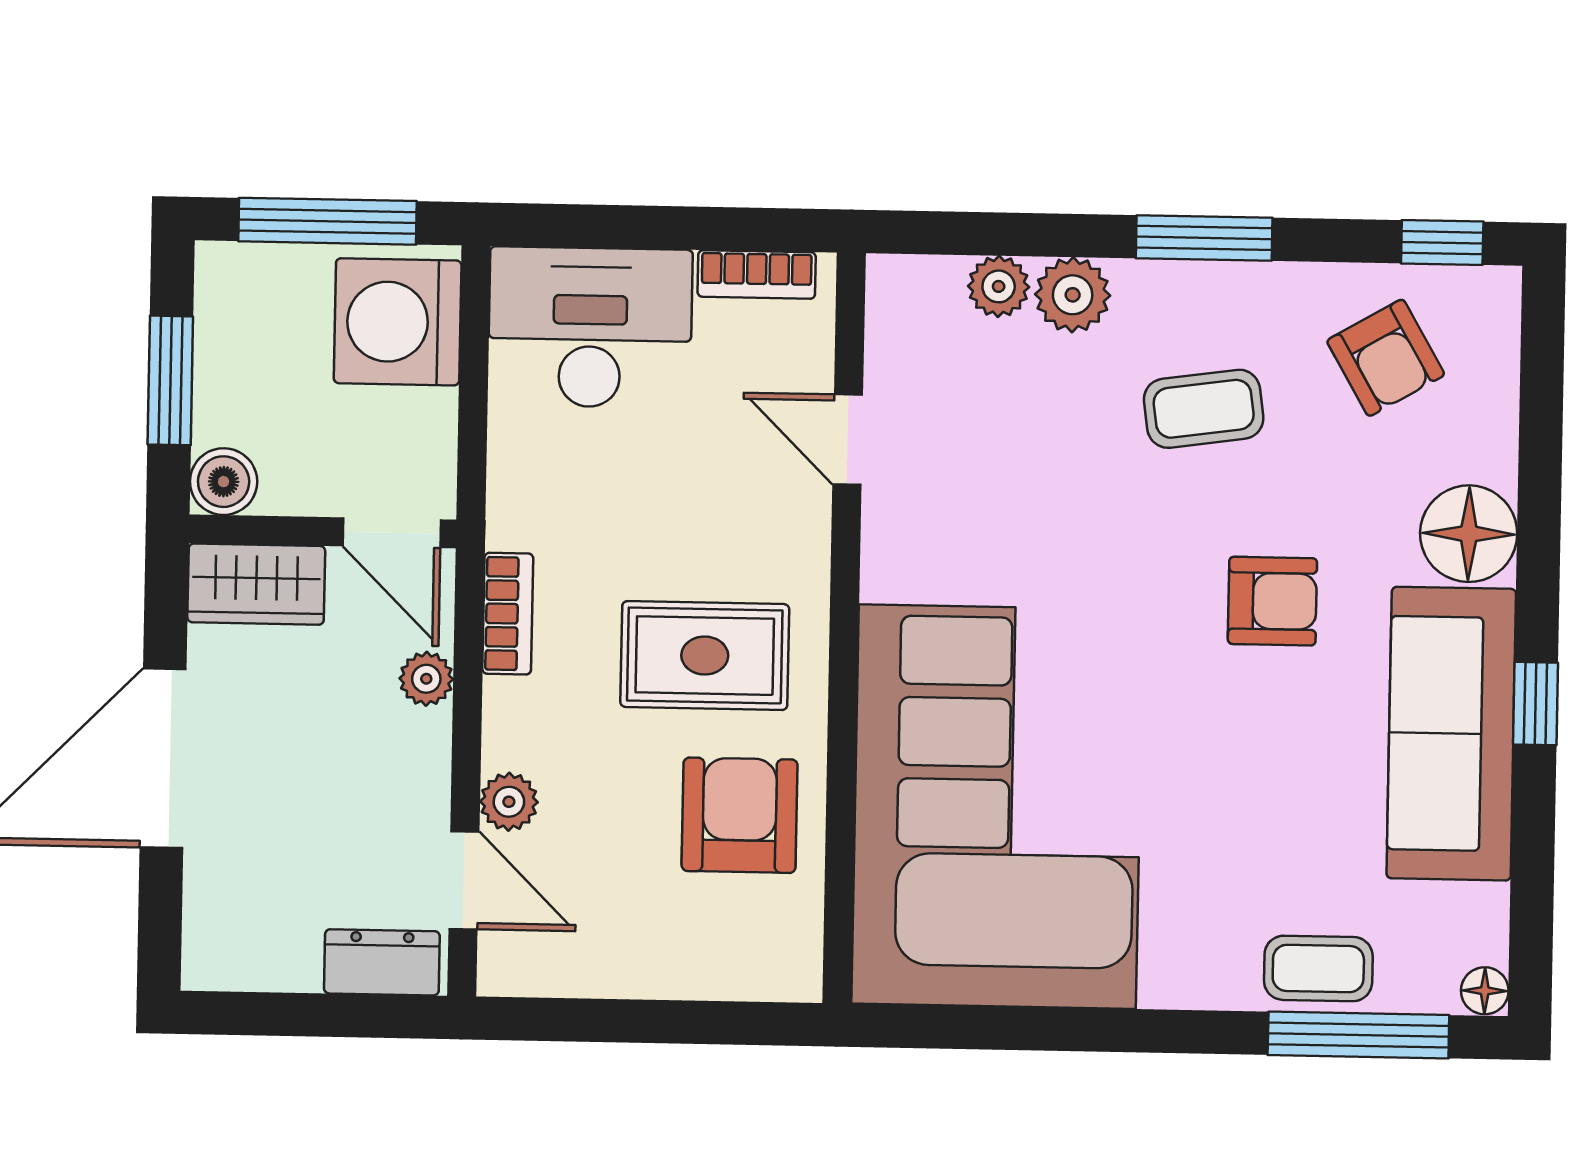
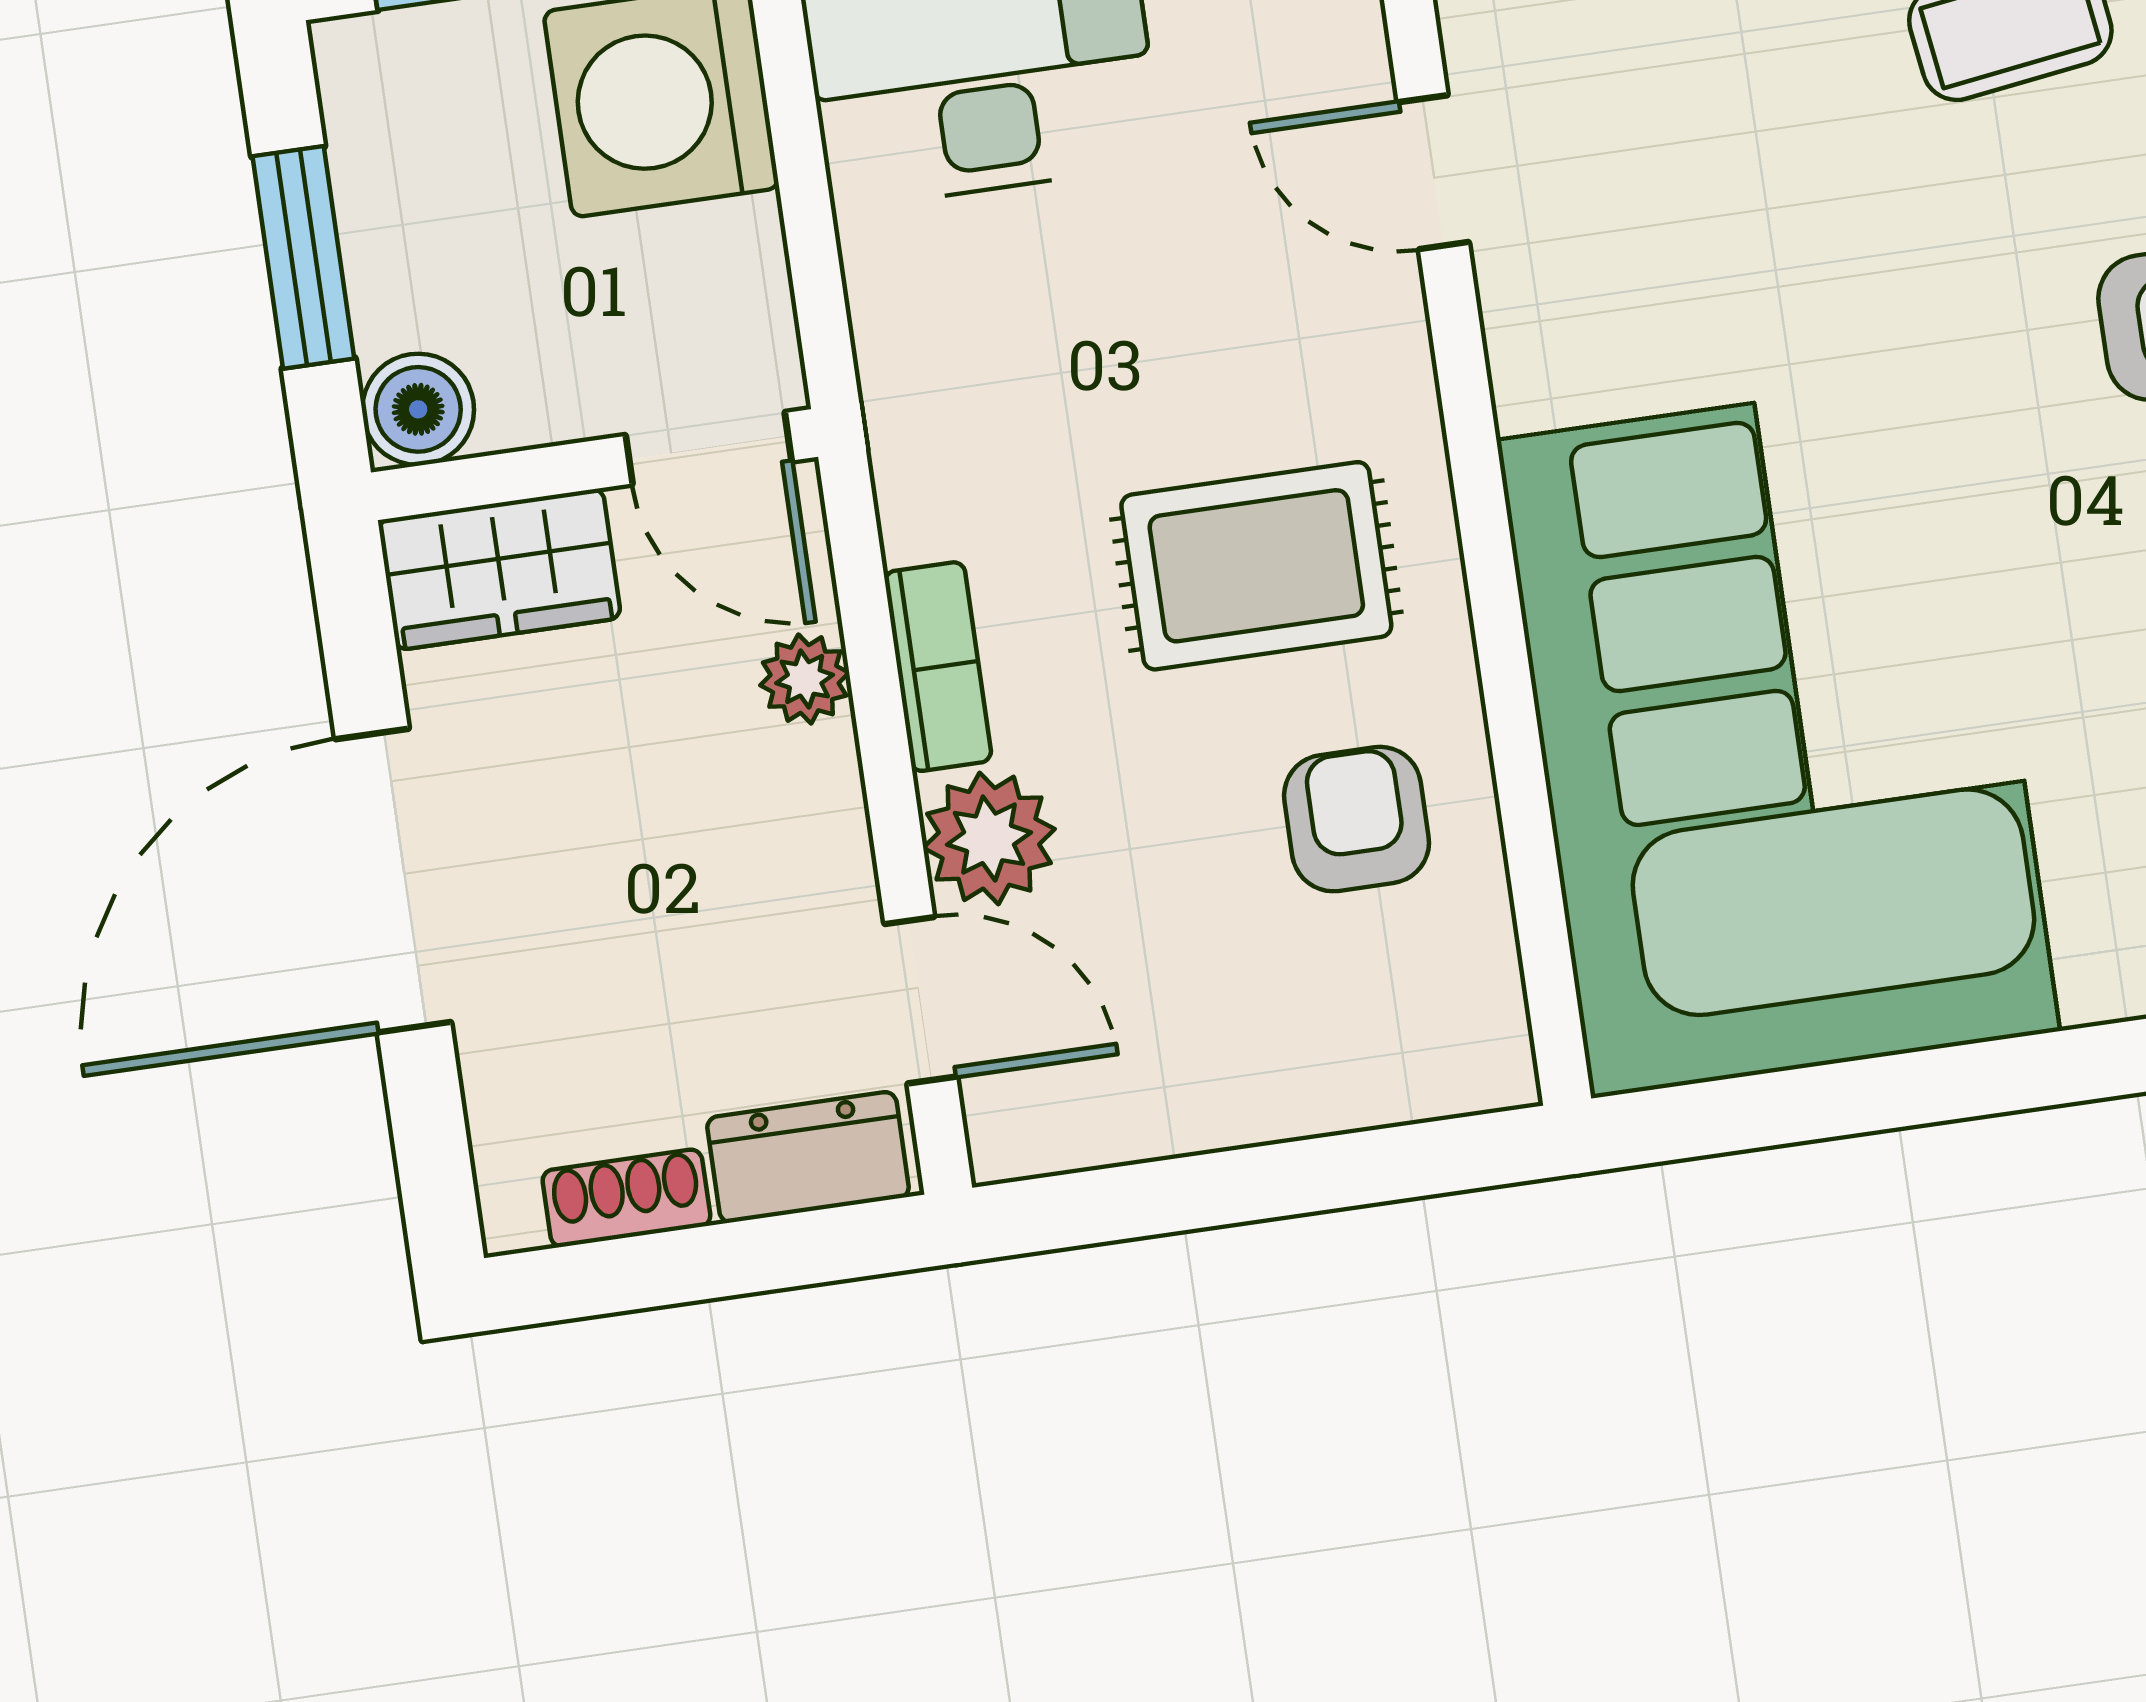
bookcase: (508, 614) -> (938, 667), moved
plant: (509, 802) -> (989, 838), width x1.38, depth x1.38
armchair: (740, 815) -> (1357, 819), width x0.72, depth x0.72
shoe rack: (270, 969) -> (626, 1198), added

